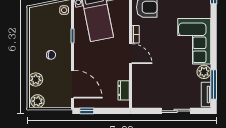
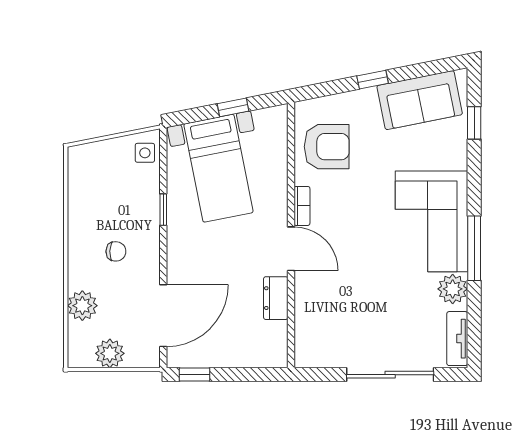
door: (72, 84) -> (163, 316), hinge flipped
window: (214, 85) -> (474, 248), moved
dresser: (124, 90) -> (276, 298), moved
plant: (37, 101) -> (110, 353), moved
sliding door: (176, 111) -> (390, 375), width x1.37

